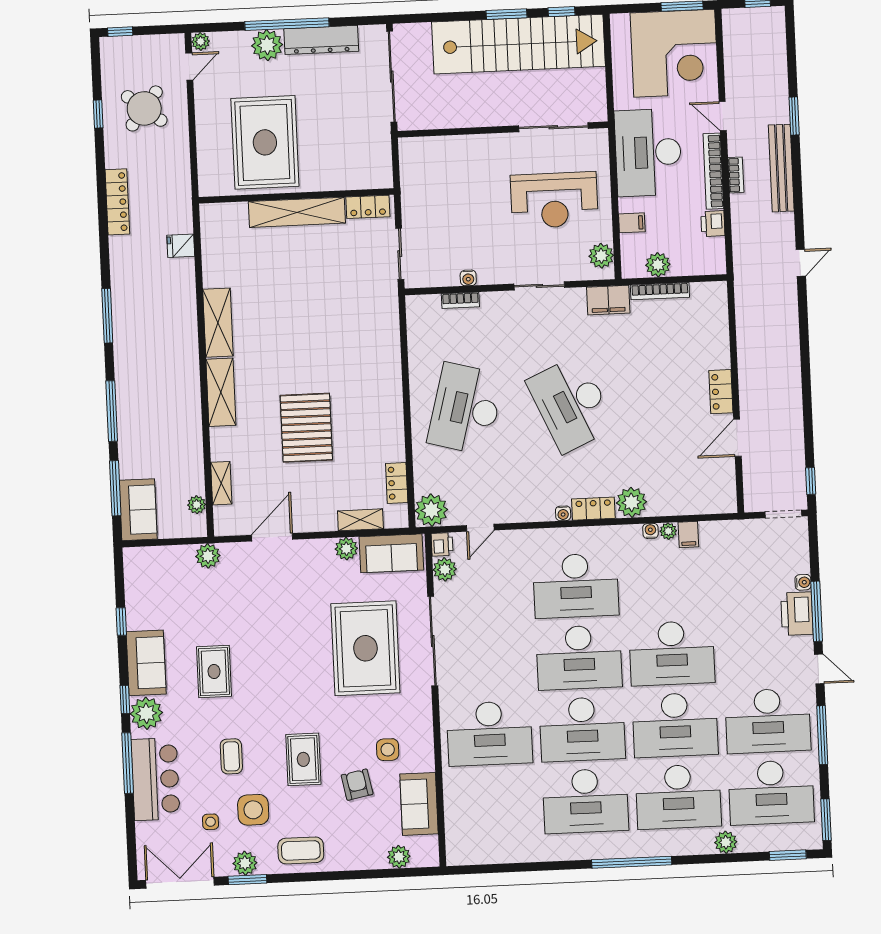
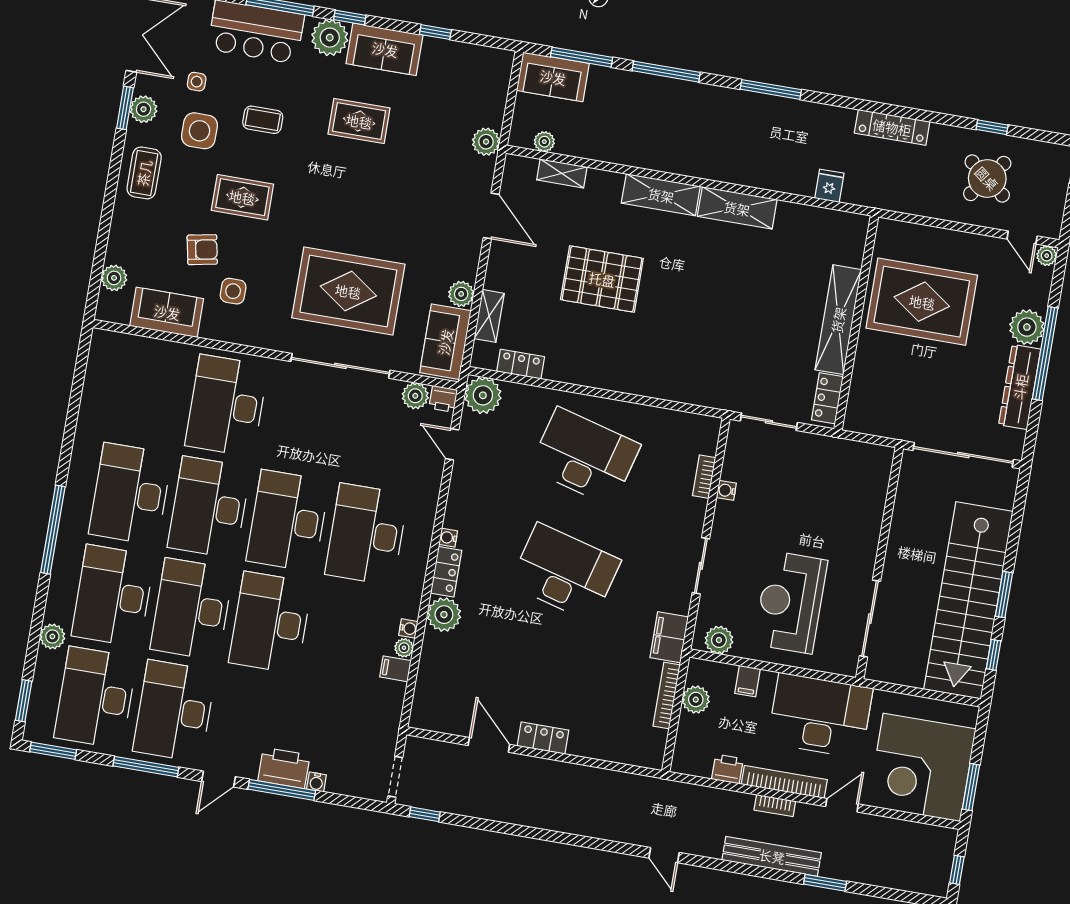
desk: (571, 404) -> (565, 572), turned 39

